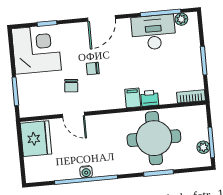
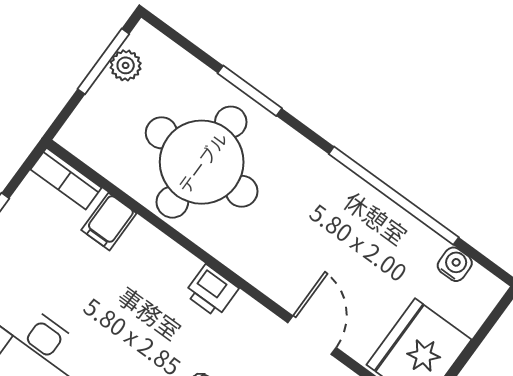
filing cabinet: (133, 98) -> (109, 222), moved
printer: (150, 98) -> (211, 291), moved
water cooler: (86, 172) -> (455, 264), moved

